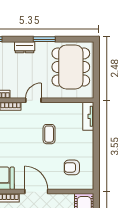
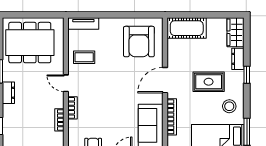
coffee table: (49, 134) -> (84, 57), moved
armchair: (72, 167) -> (139, 42), width x1.88, depth x1.88

